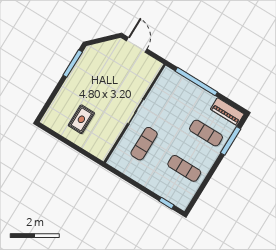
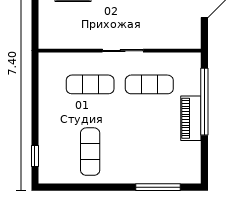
piano: (227, 112) -> (191, 118), moved
exercise mat: (206, 133) -> (149, 84), moved, turned 90

